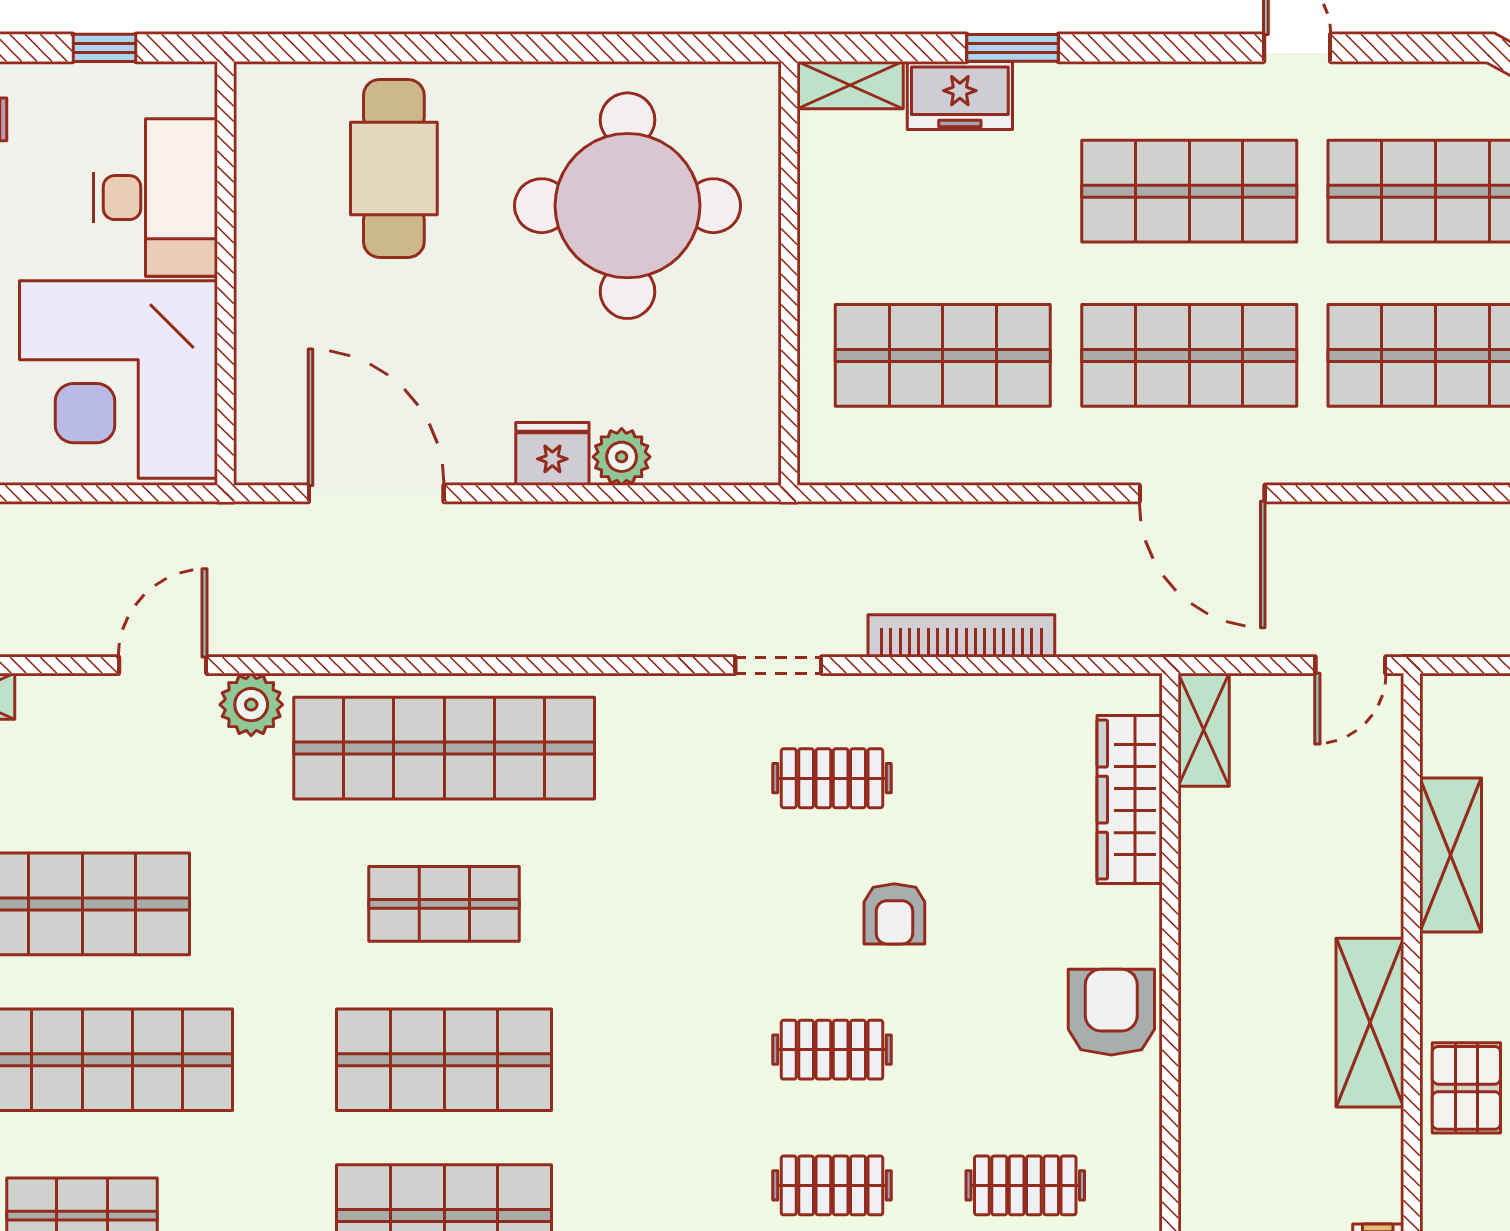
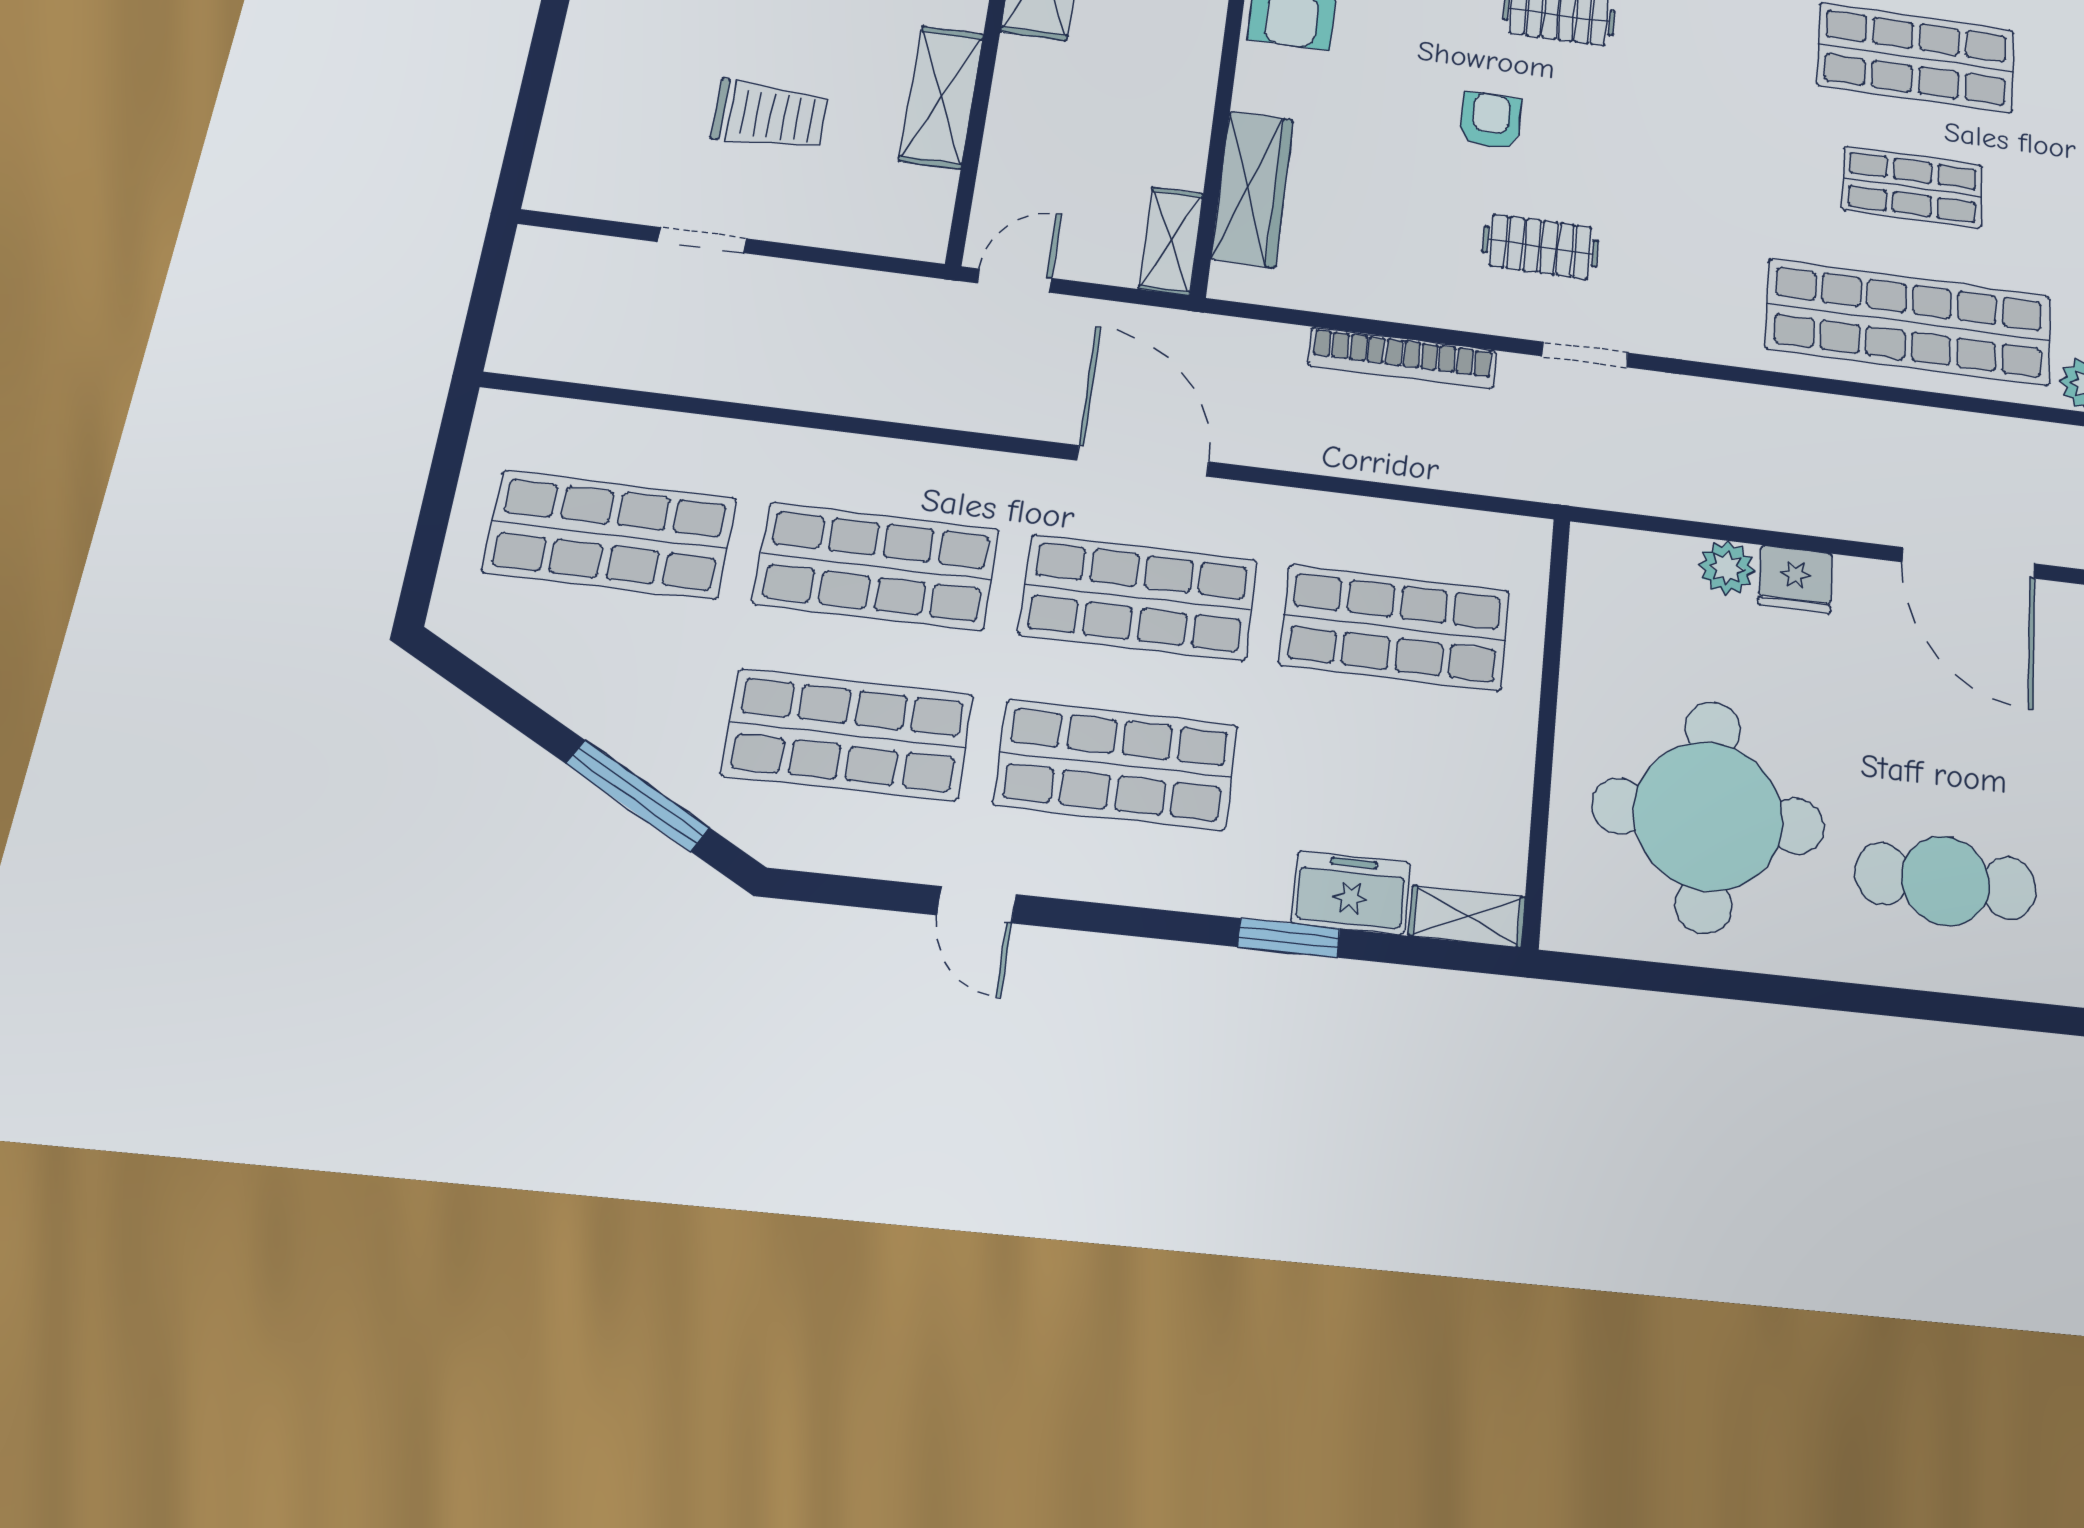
cafe table: (394, 168) -> (1945, 881), turned 90

